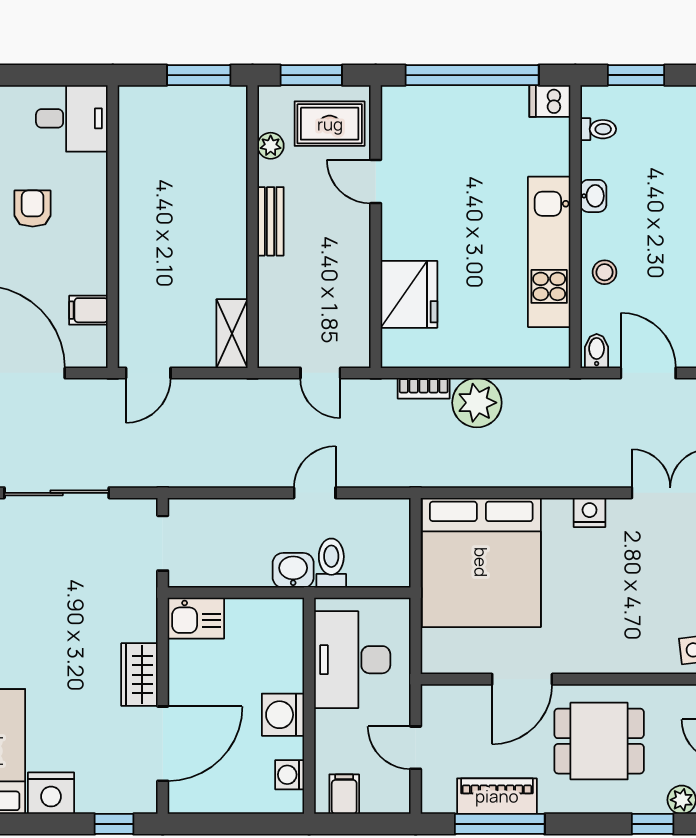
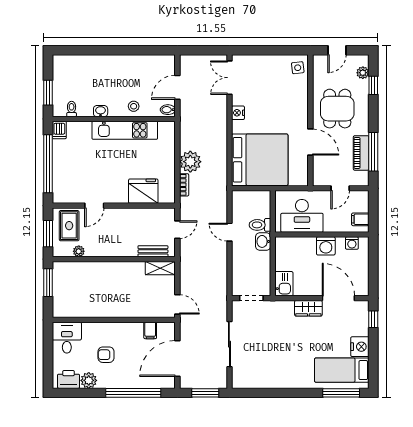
bench: (271, 221) -> (153, 251), moved

